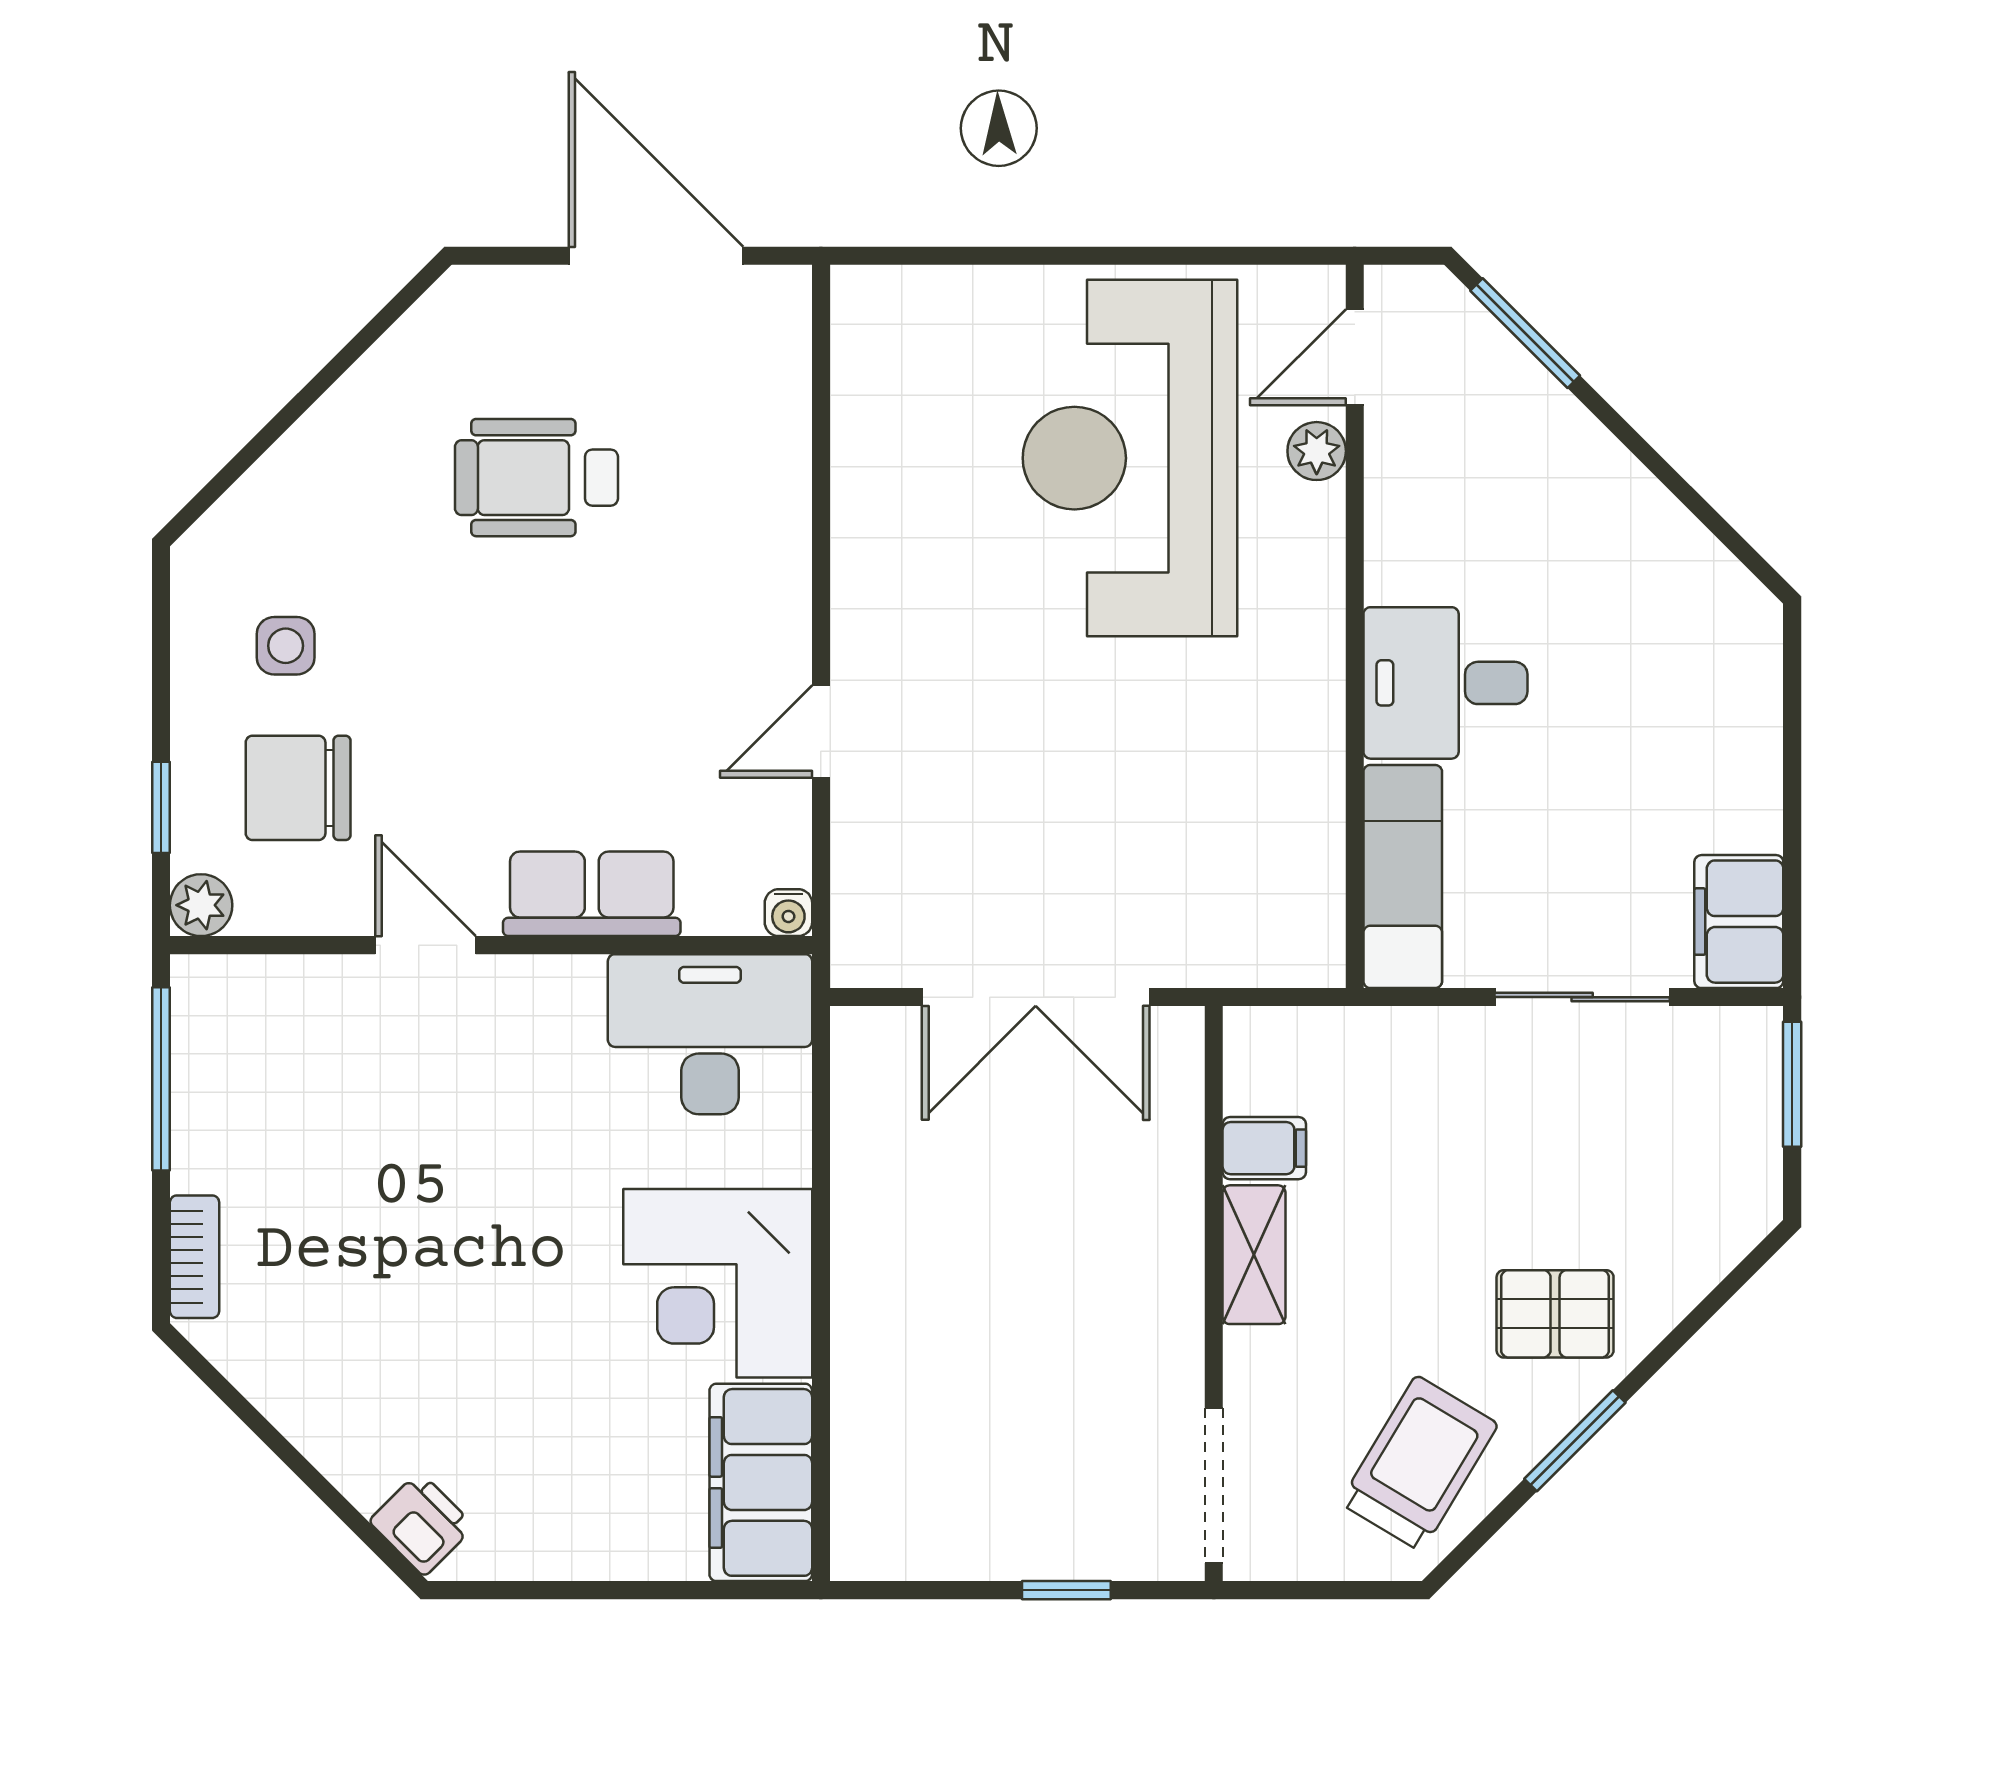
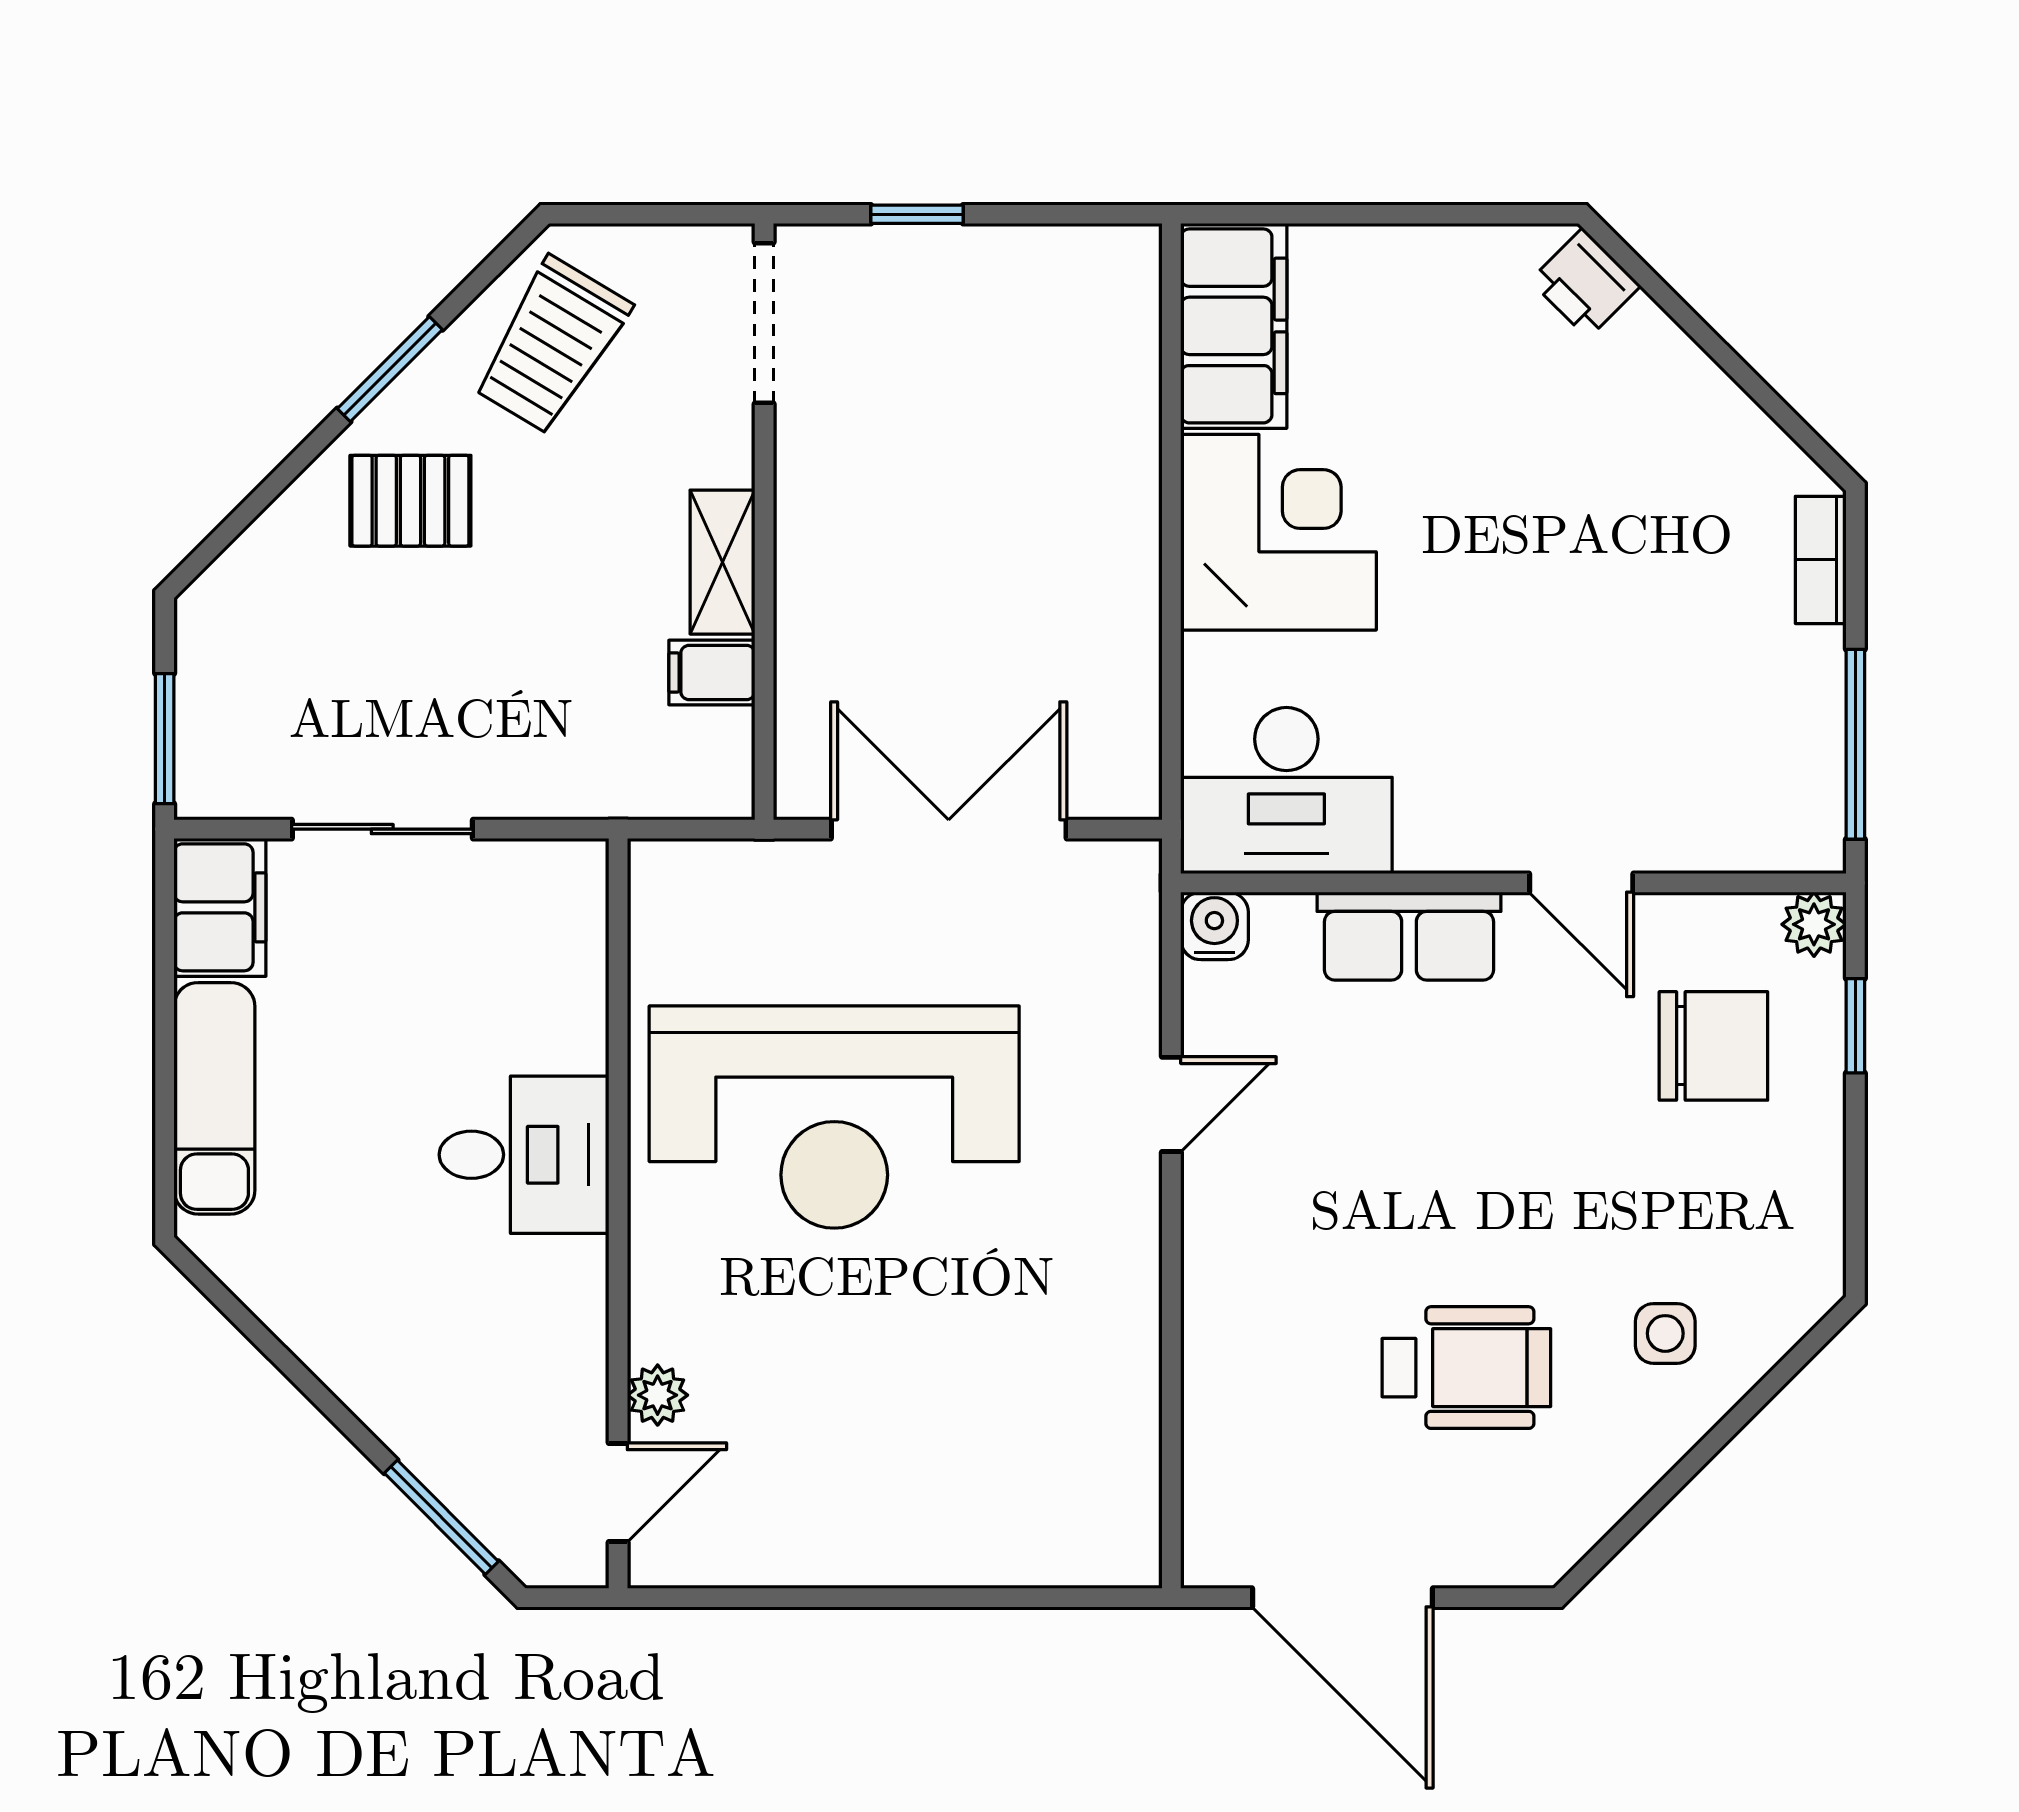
reception desk: (1130, 458) -> (834, 1117), moved, turned 90
side table: (286, 646) -> (1665, 1333), moved
exam couch: (1403, 876) -> (214, 1098), moved, turned 180
water cooler: (788, 913) -> (1214, 926), width x1.38, depth x1.38

